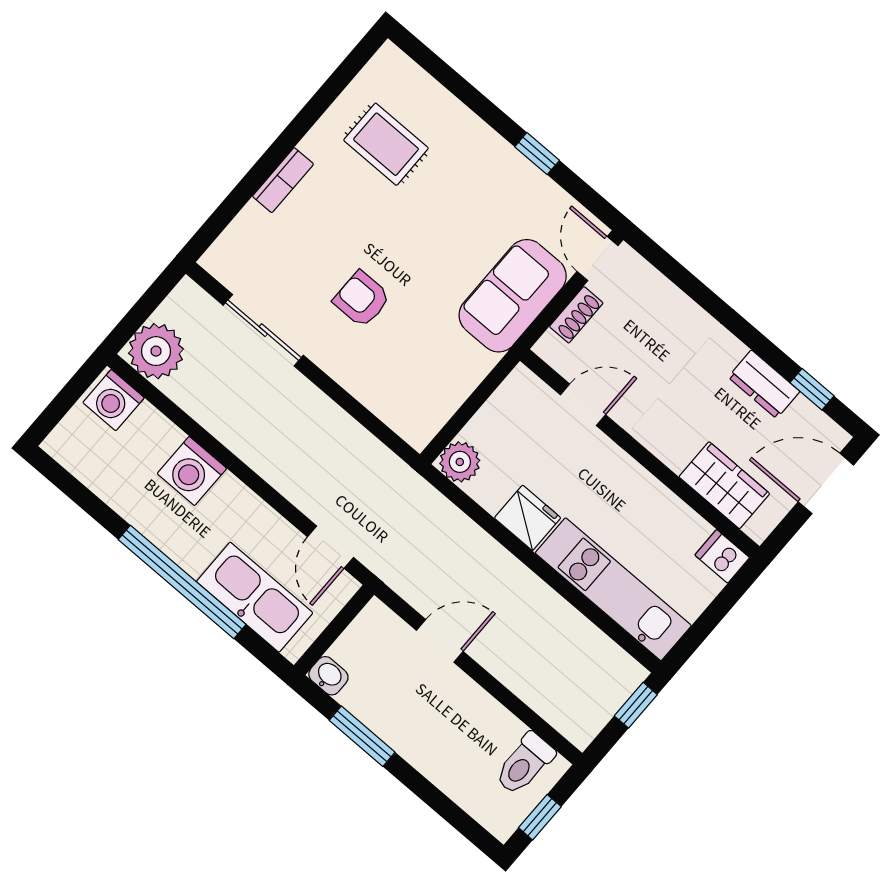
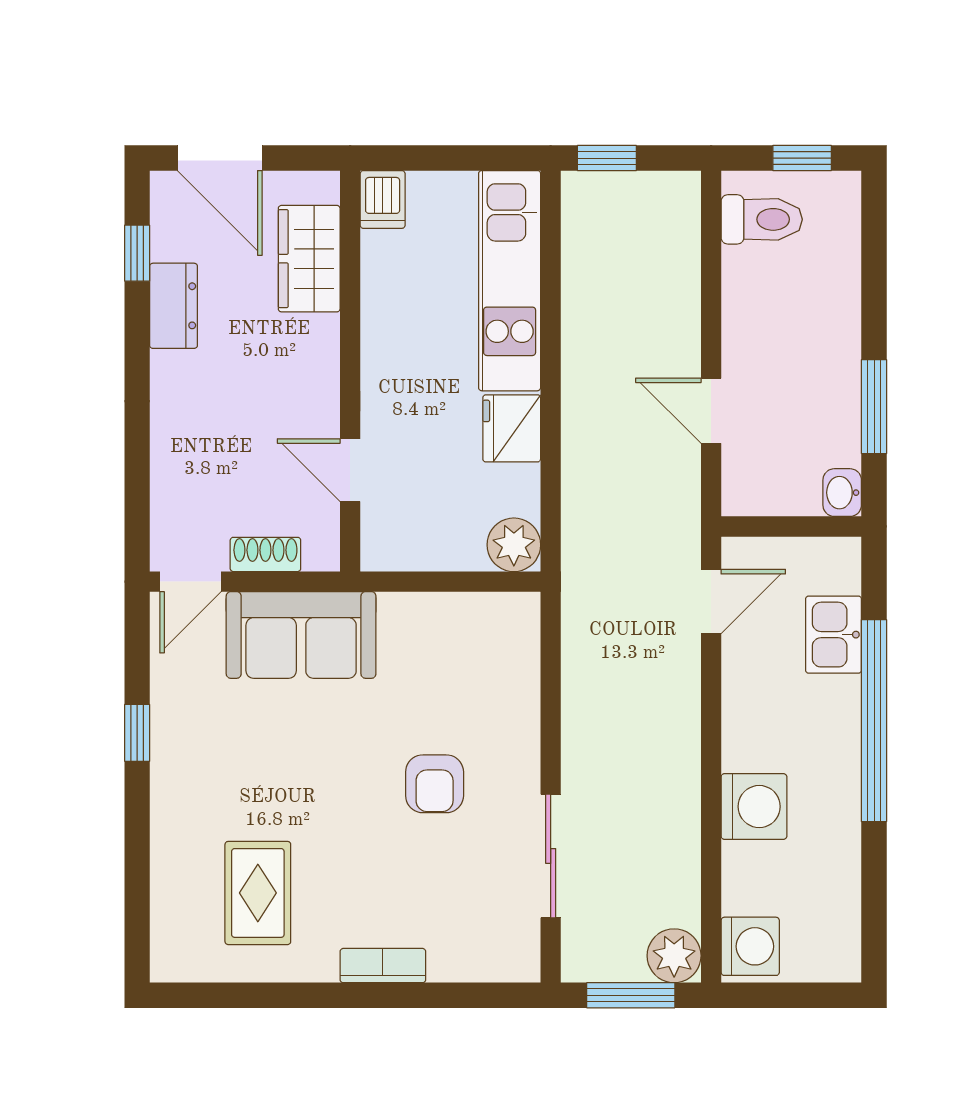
window: (144, 308) -> (631, 995), added
plant: (156, 351) -> (674, 956), width x0.73, depth x0.73
kitchen sink: (255, 597) -> (834, 635), width x0.53, depth x0.81

